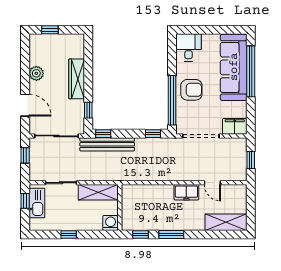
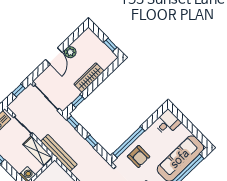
window: (50, 30) -> (110, 45), moved
armchair: (191, 90) -> (139, 156), moved
door: (25, 105) -> (54, 56), moved
window: (153, 134) -> (92, 141), moved
bench: (107, 144) -> (59, 153), moved

